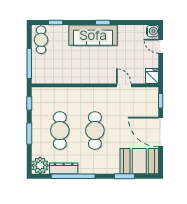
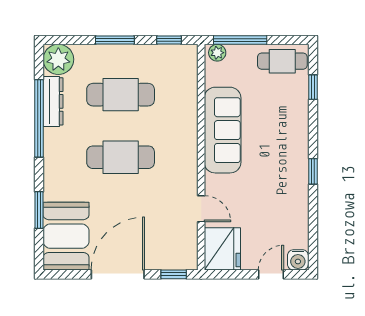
sofa: (93, 35) -> (223, 130), moved, turned 180
plant: (36, 76) -> (217, 53), added
fridge: (152, 76) -> (222, 249), width x1.88, depth x1.34
door: (124, 85) -> (201, 209), hinge flipped

